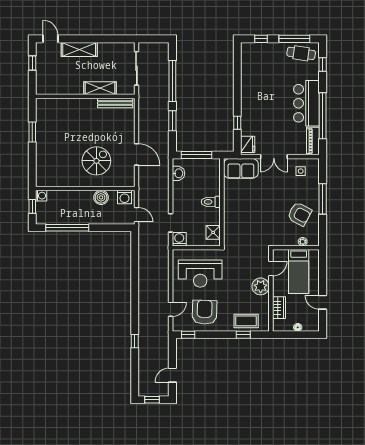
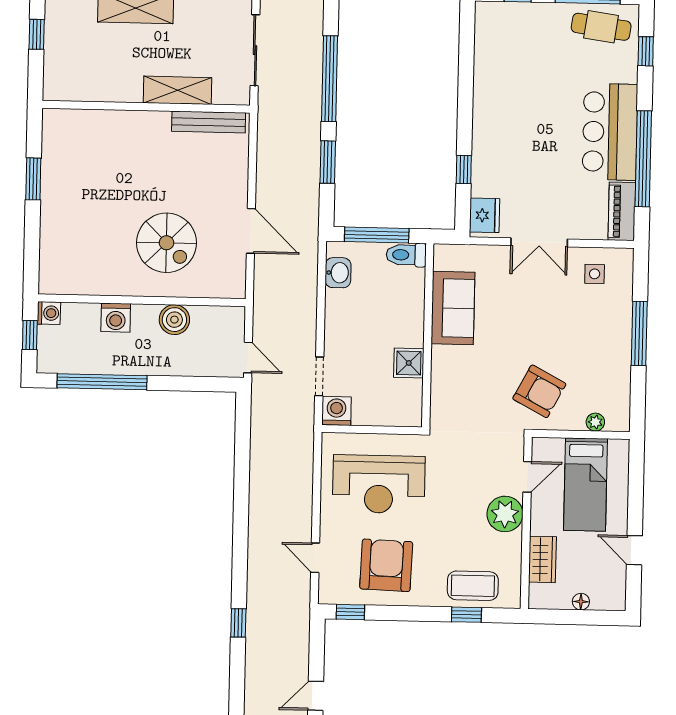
spiral stairs: (96, 161) -> (167, 243), turned 90
sofa: (241, 168) -> (453, 308), moved, turned -90
washing machine: (124, 197) -> (116, 318), moved
toilet: (211, 202) -> (406, 255), moved
armchair: (300, 214) -> (539, 391), moved
shower: (213, 232) -> (409, 363), moved
door: (171, 309) -> (315, 558), swing flipped

